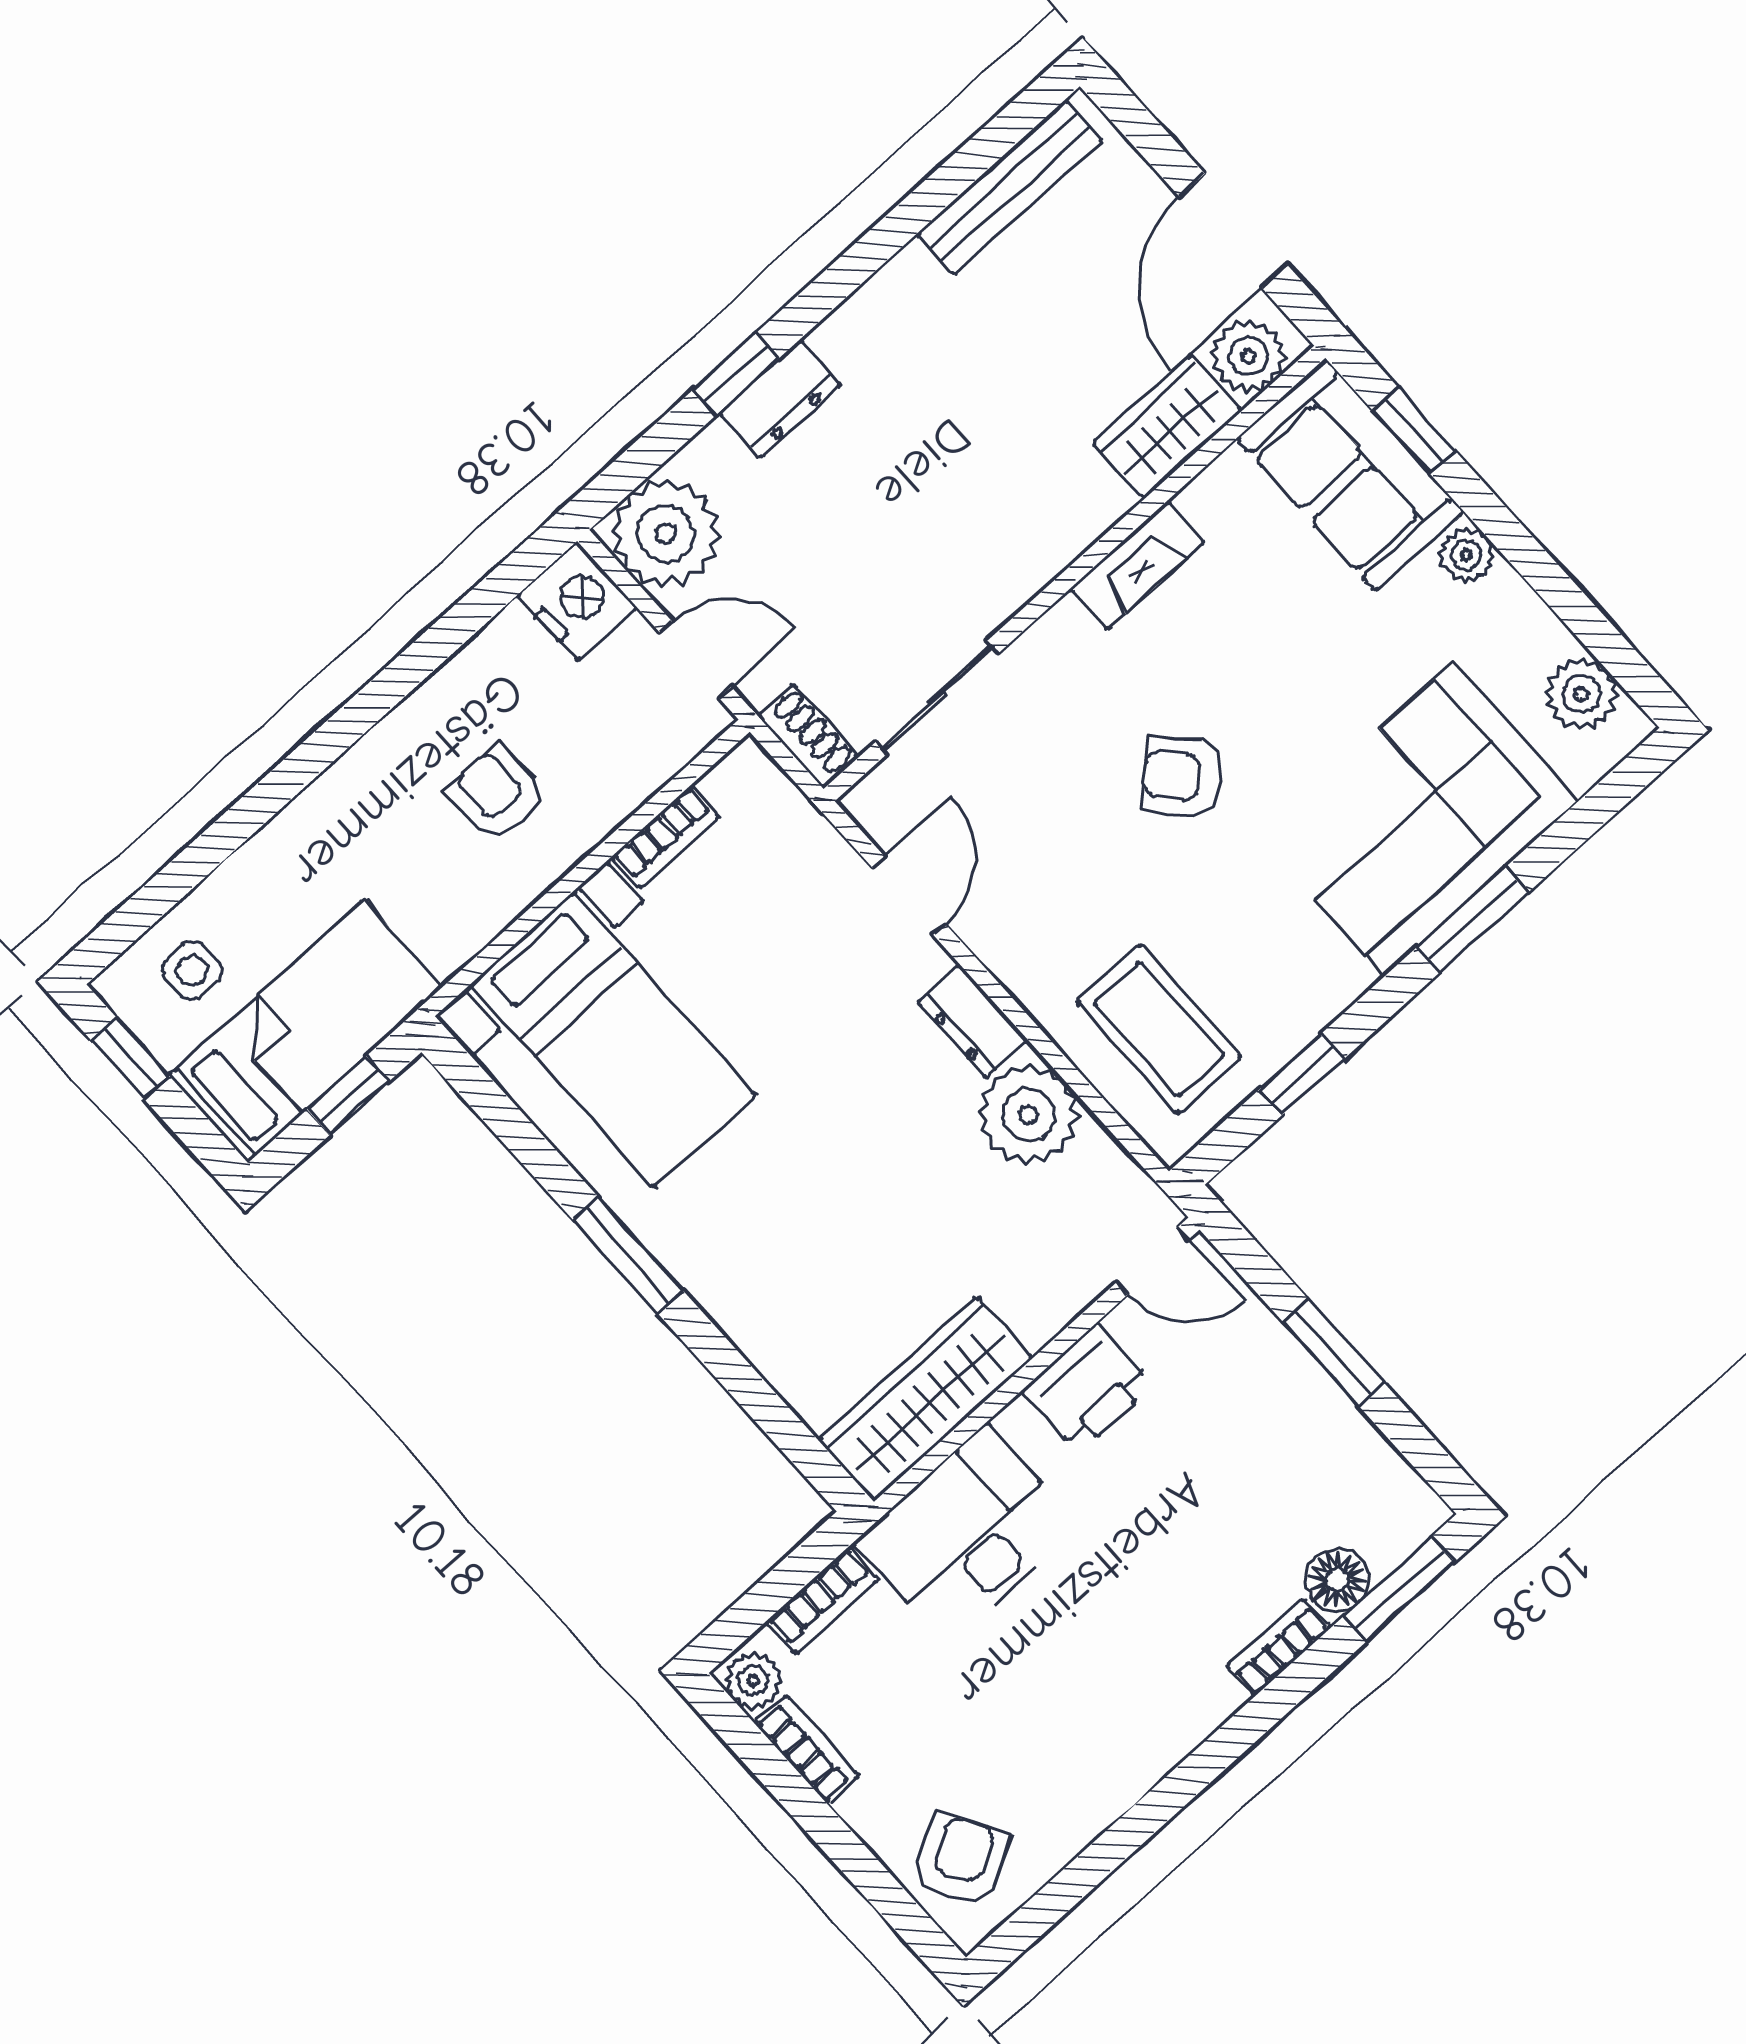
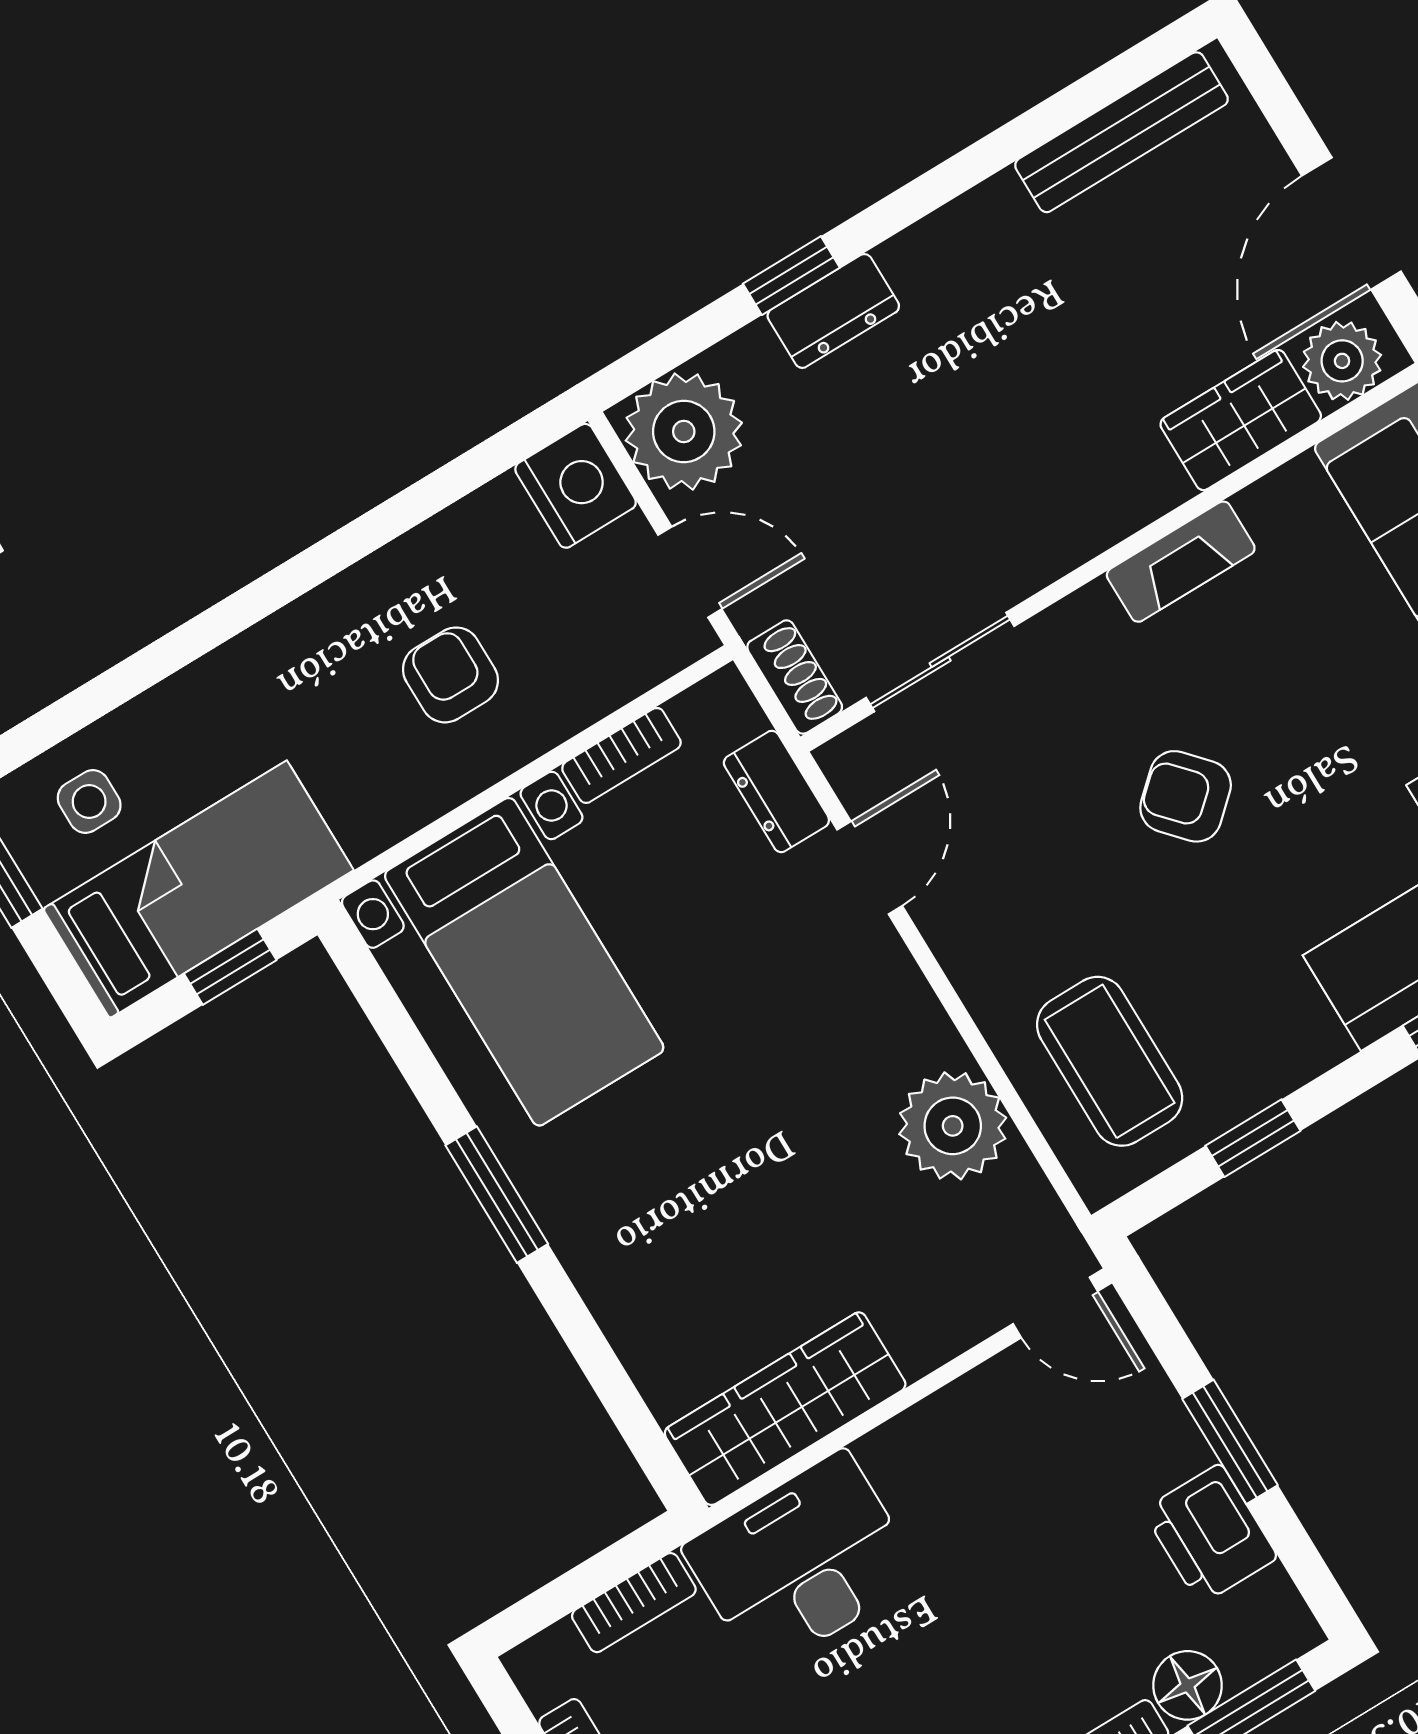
dresser: (973, 1021) -> (776, 791), moved
printer: (1088, 1388) -> (1210, 1534), moved, turned 90
plant: (753, 1680) -> (543, 1674), removed

